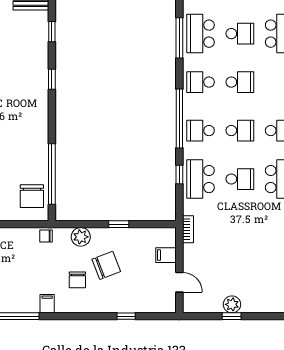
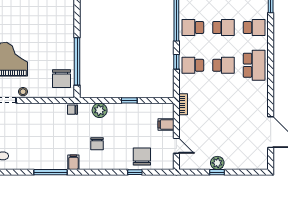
school desk: (201, 179) -> (193, 65), width x0.54
chair: (106, 265) -> (142, 157), moved, turned -69

